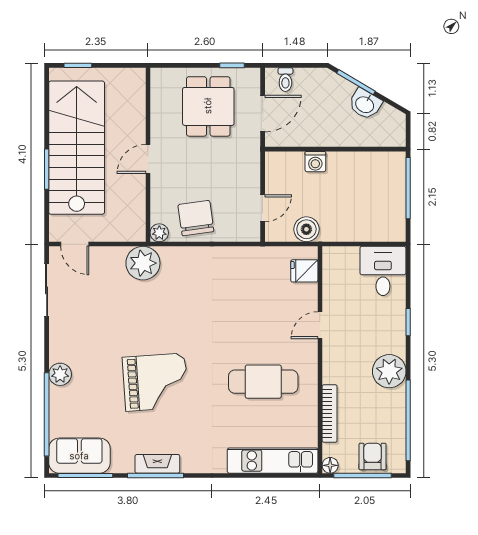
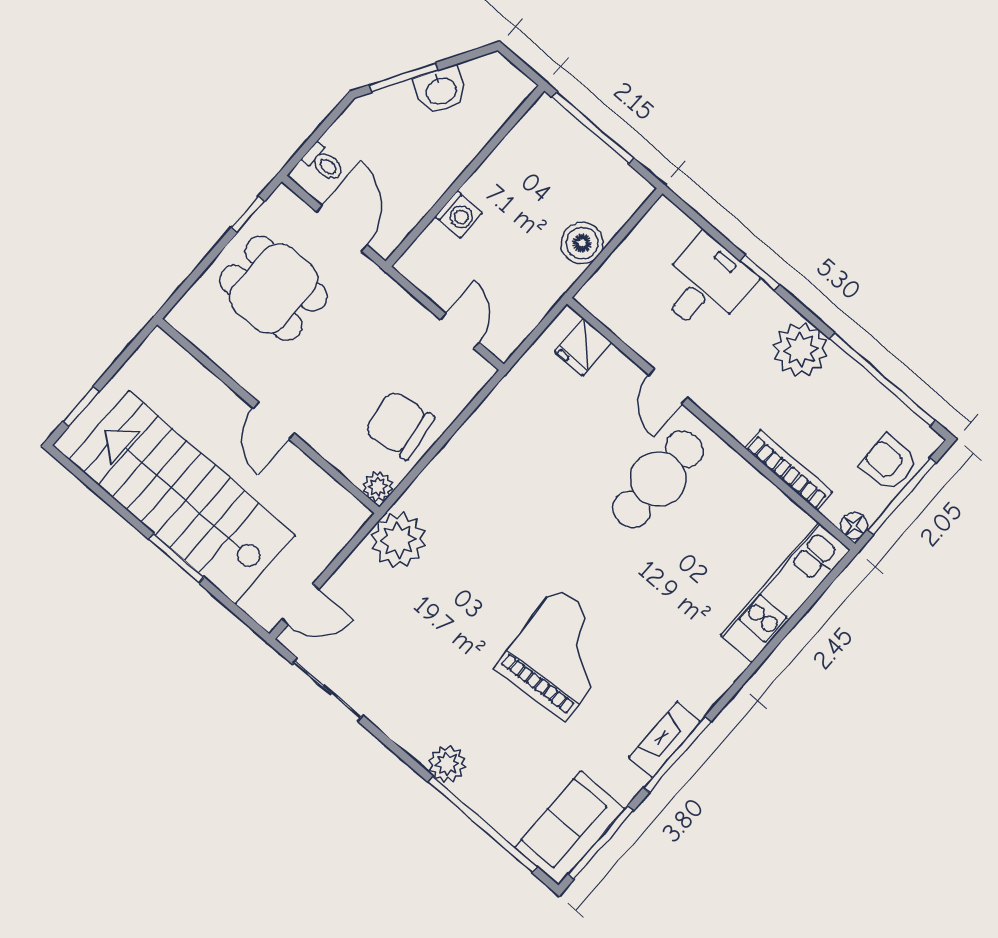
boiler: (306, 229) -> (582, 243), moved
desk: (383, 271) -> (705, 285), moved, turned 90
cafe table: (263, 382) -> (658, 479), moved

